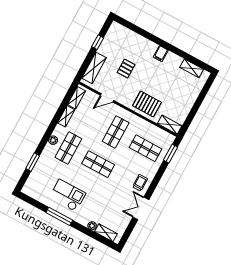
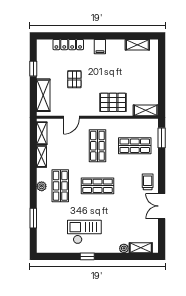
locker: (136, 38) -> (68, 45), added
window: (59, 216) -> (87, 256), width x0.46

